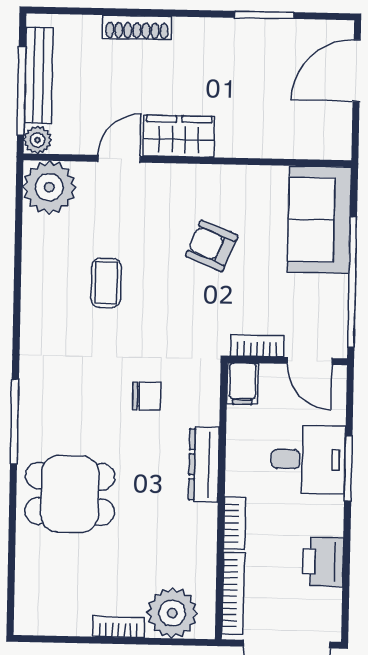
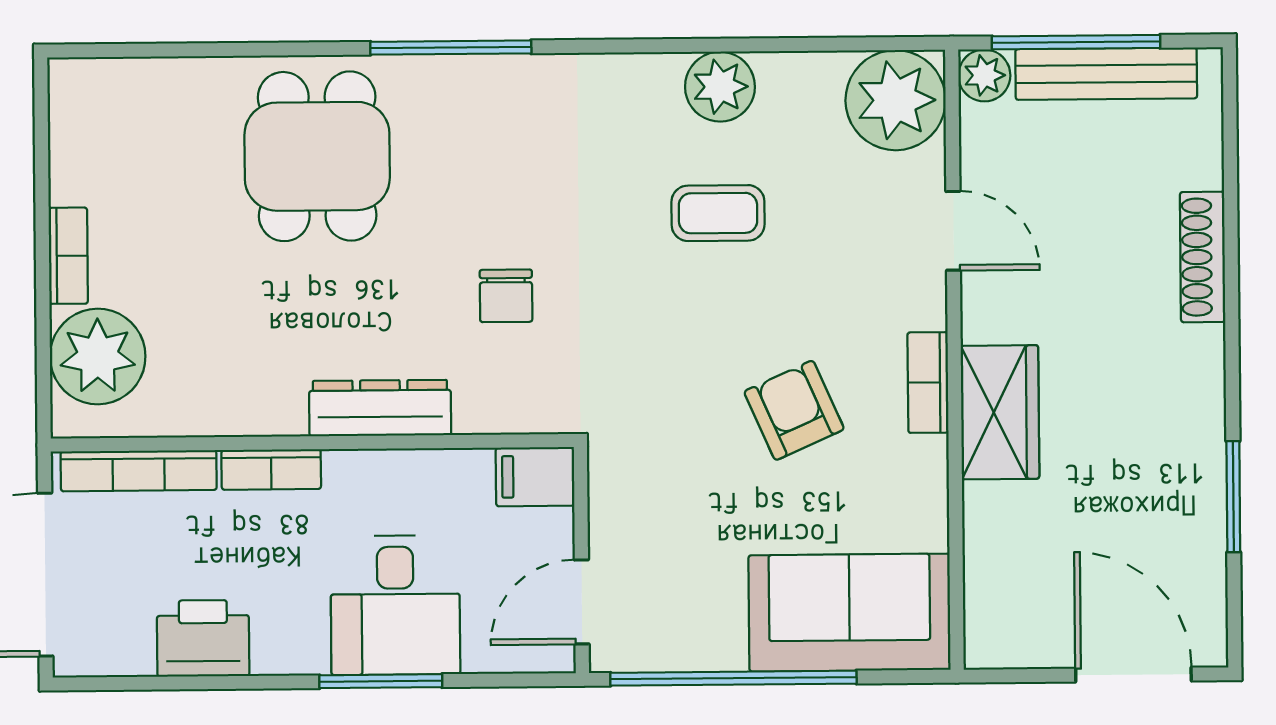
wardrobe: (179, 136) -> (1000, 412), moved
armchair: (212, 246) -> (794, 410), turned -46
plant: (39, 280) -> (720, 87), added
bookcase: (257, 346) -> (928, 382), moved, turned 180

